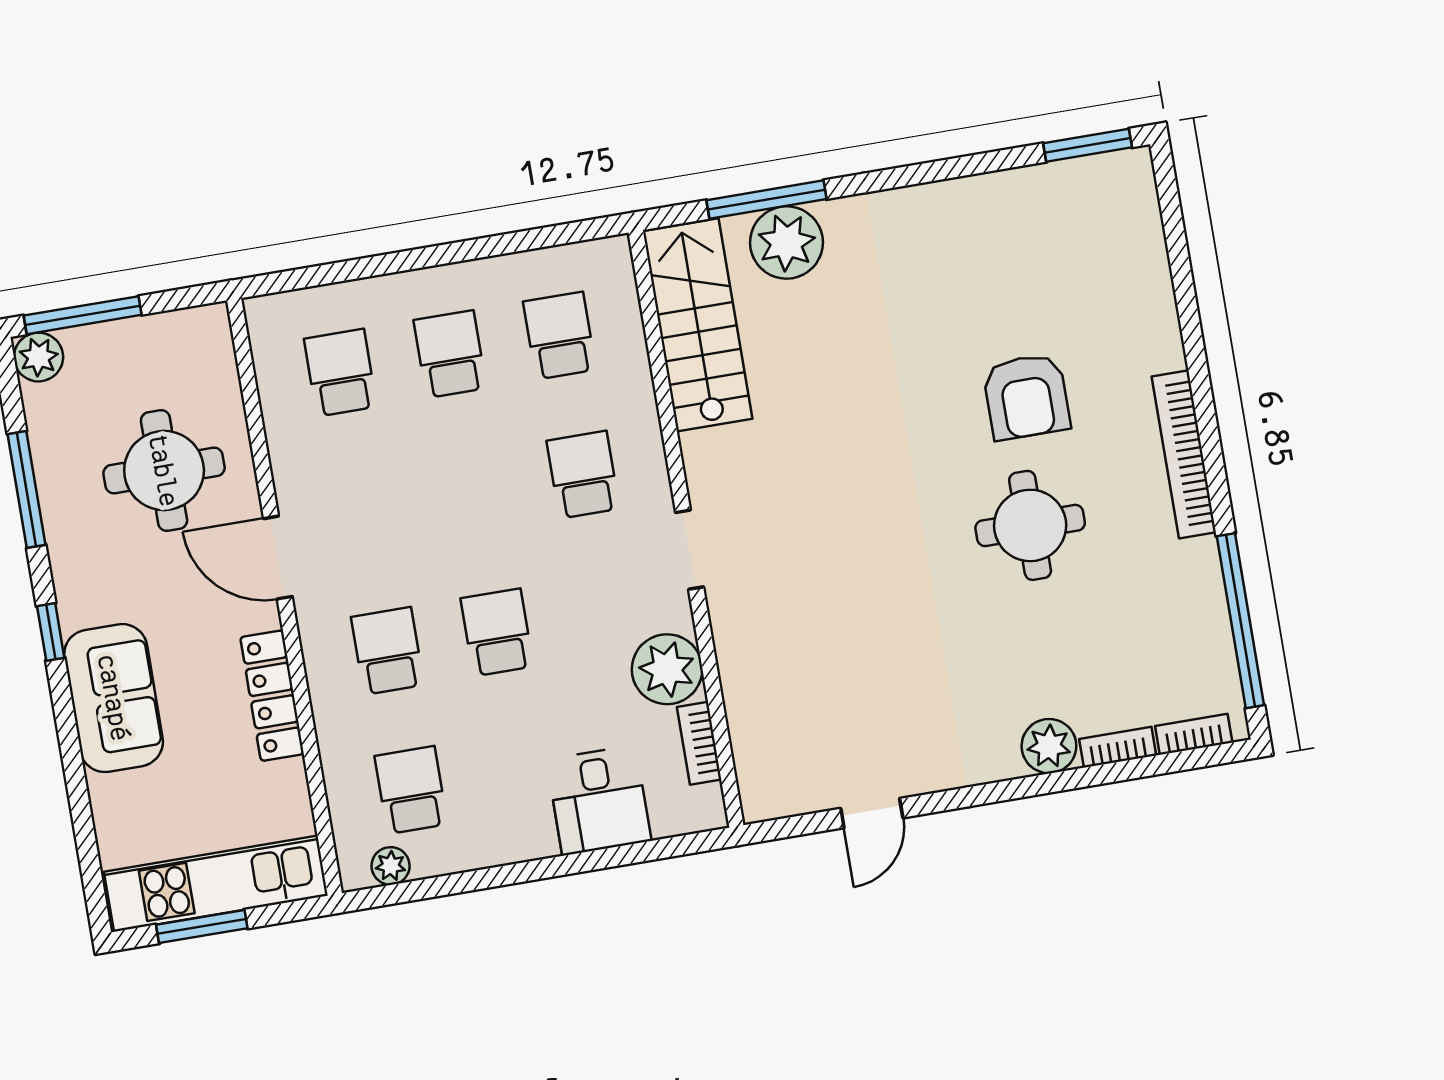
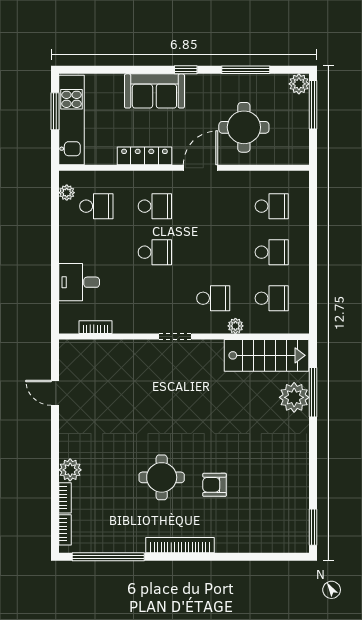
armchair: (1026, 397) -> (215, 485), width x0.72, depth x0.72
plant: (667, 669) -> (235, 326), moved, width x0.53, depth x0.53

